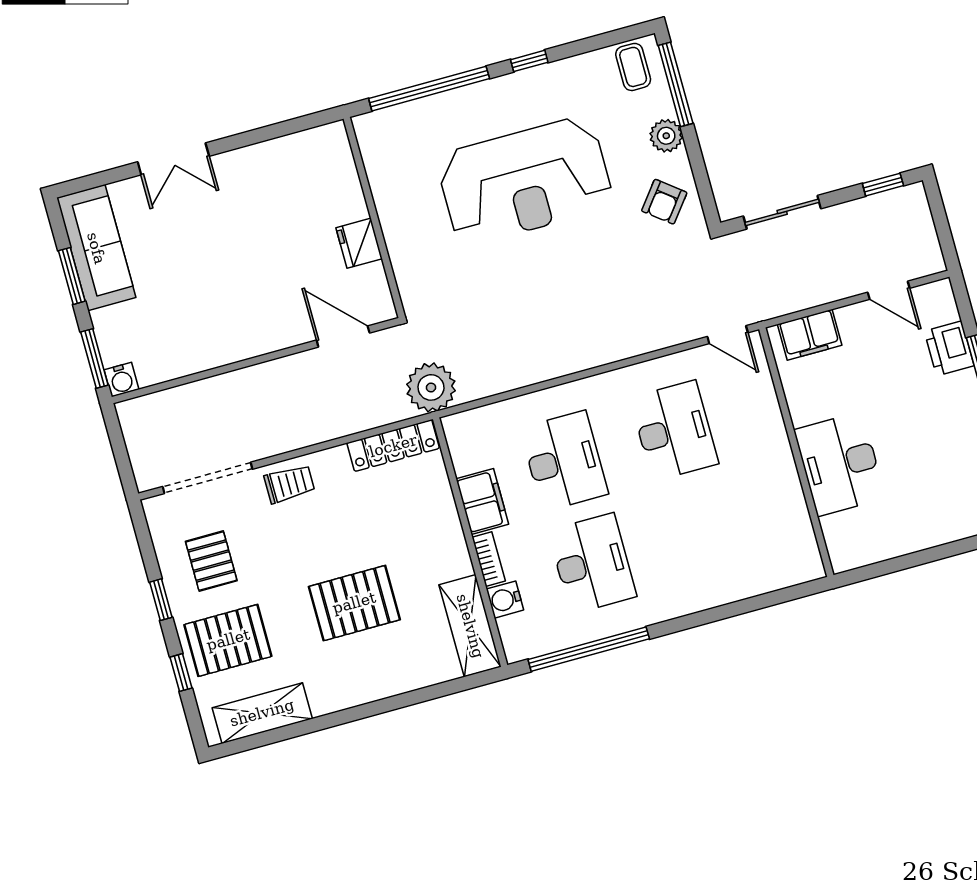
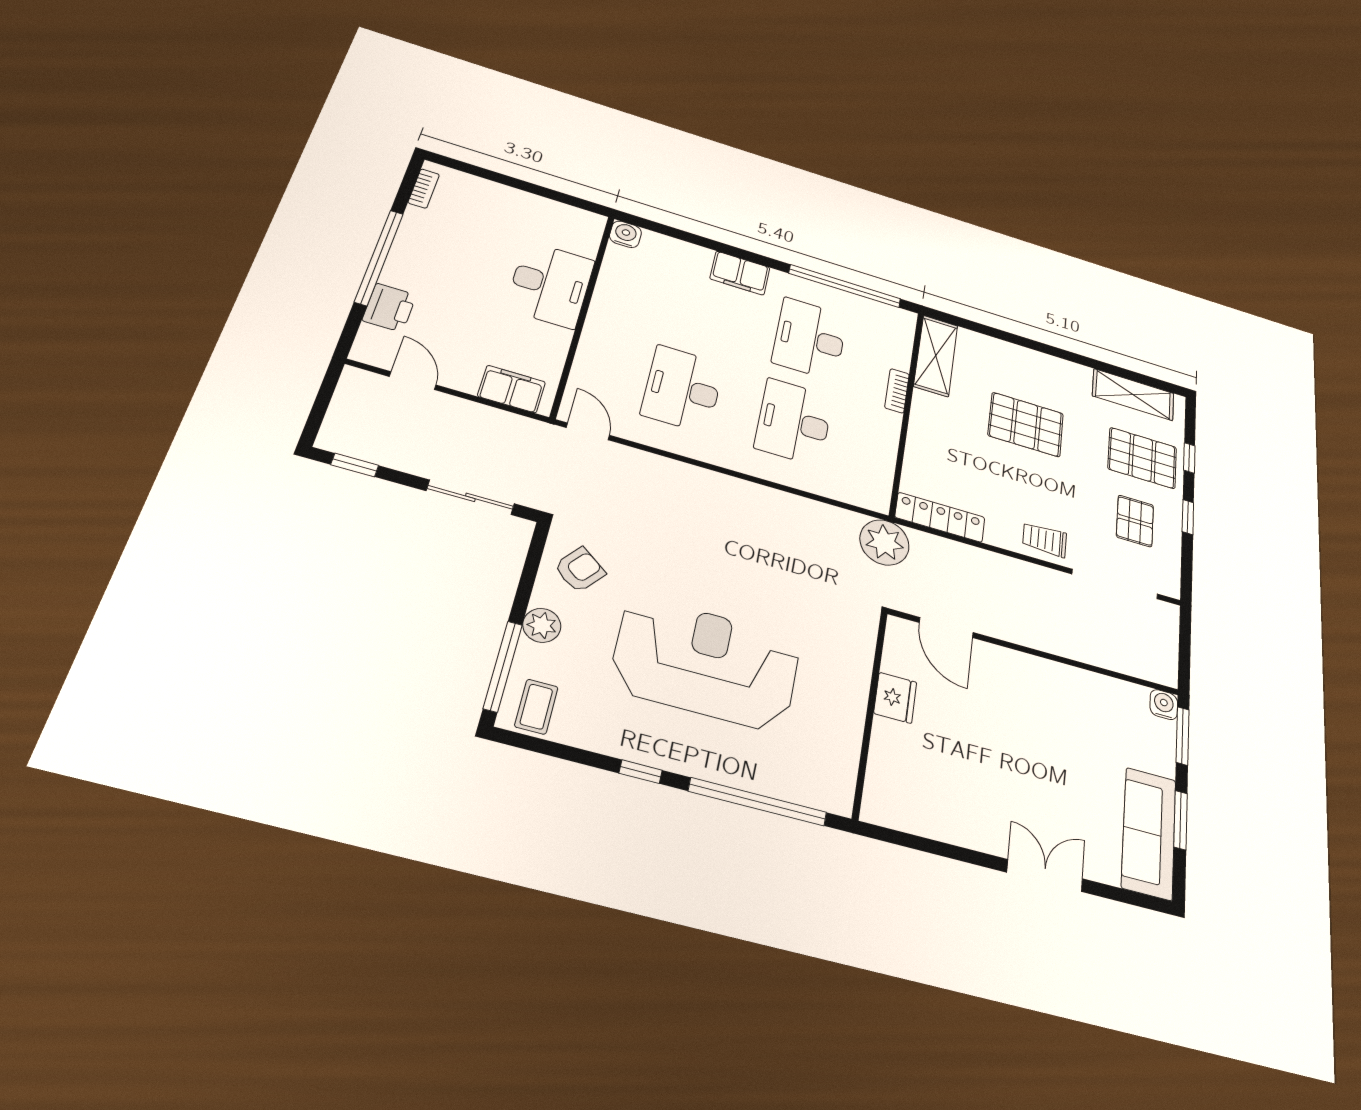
filing cabinet: (482, 502) -> (740, 273), moved, turned -90
water cooler: (505, 600) -> (625, 234), moved, turned -90

